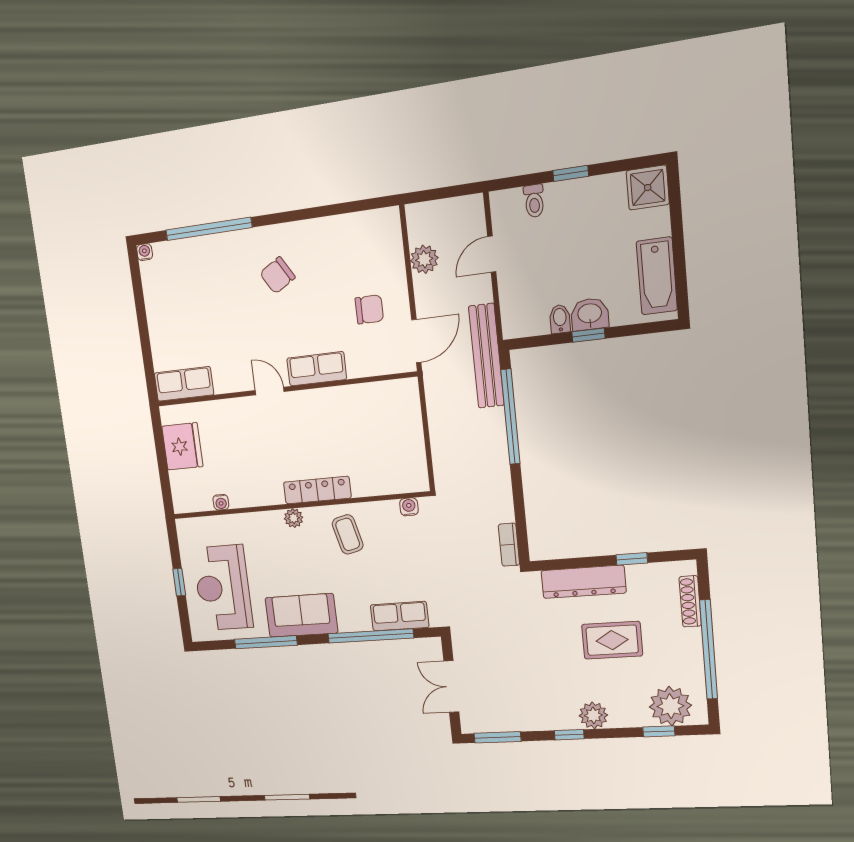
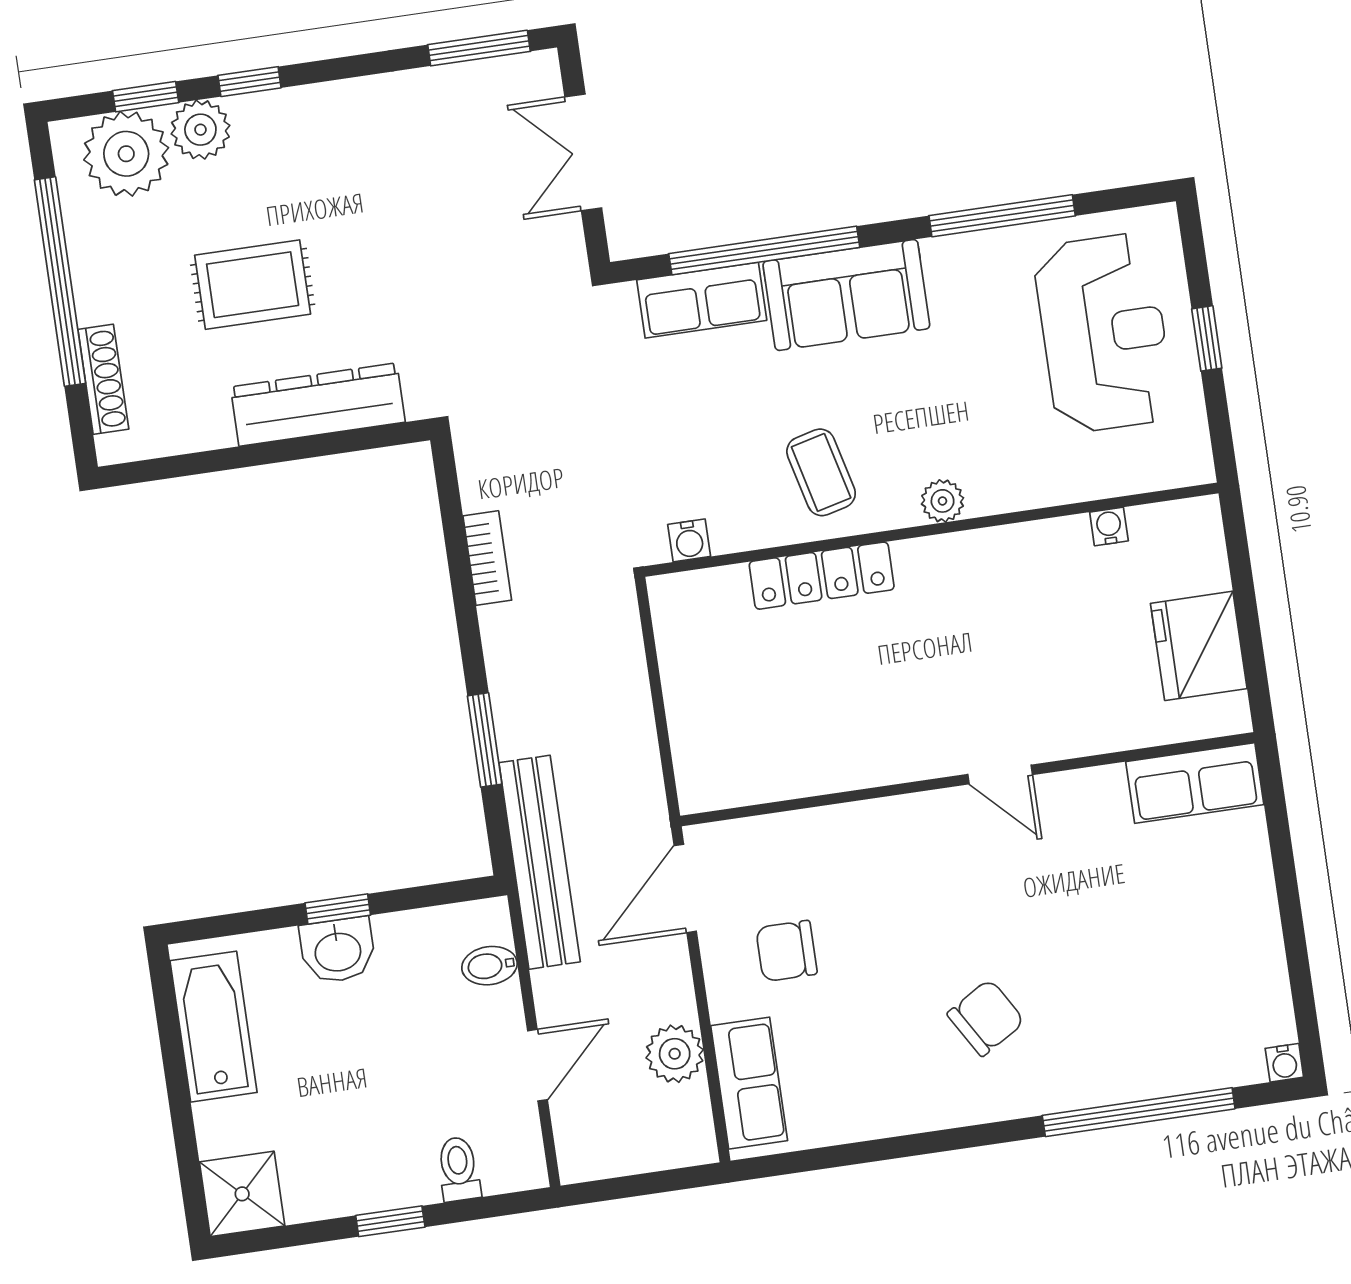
bidet: (560, 319) -> (489, 966), moved, turned 90
row of seats: (317, 369) -> (749, 1083), moved, turned -90
window: (510, 417) -> (485, 740), width x0.47
locker: (317, 490) -> (822, 576), moved
bookcase: (509, 545) -> (487, 558), moved
window: (632, 559) -> (224, 459), removed
sofa: (301, 615) -> (846, 295), moved
double door: (451, 687) -> (583, 152), swing flipped
plant: (593, 715) -> (200, 130), moved
window: (569, 735) -> (250, 82), moved

